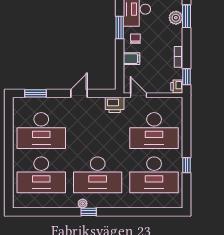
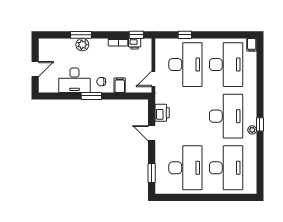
printer: (177, 86) -> (135, 44), moved
printer: (115, 105) -> (162, 113), moved
window: (187, 165) -> (185, 35), moved
filing cabinet: (176, 203) -> (252, 45), added

